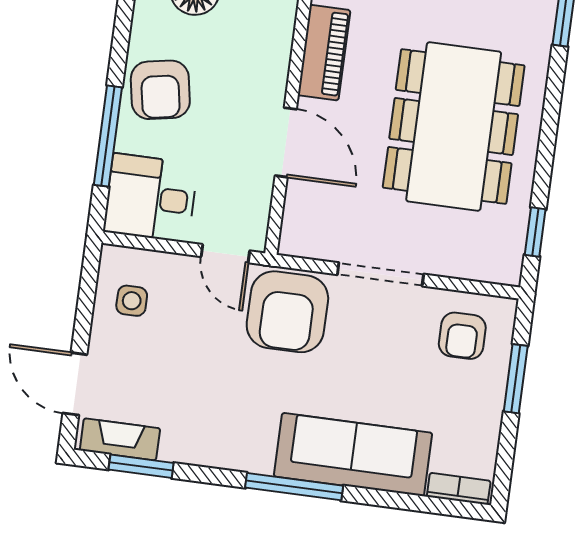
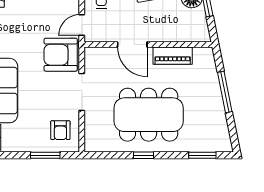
door: (286, 142) -> (132, 44), hinge flipped
window: (535, 232) -> (144, 155), moved
armchair: (462, 336) -> (60, 130), turned -90

